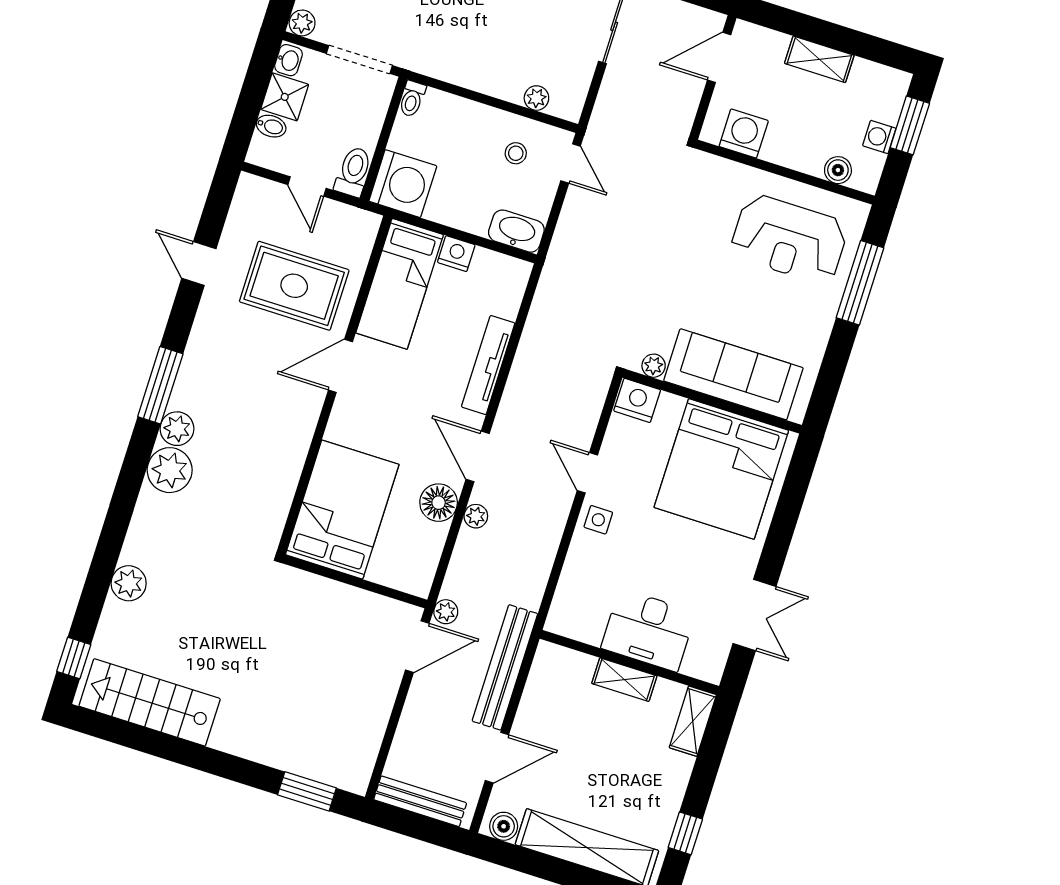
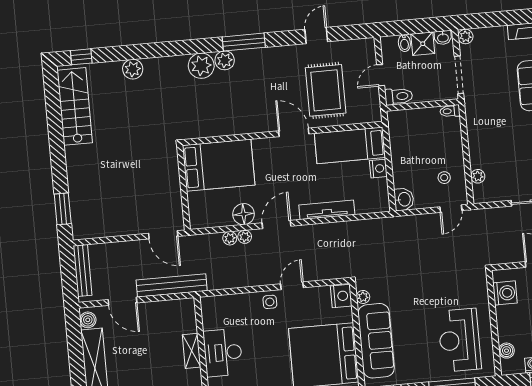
washing machine: (403, 184) -> (403, 125), removed
washbasin: (516, 231) -> (404, 199), width x0.72
plant: (446, 612) -> (230, 238), moved

